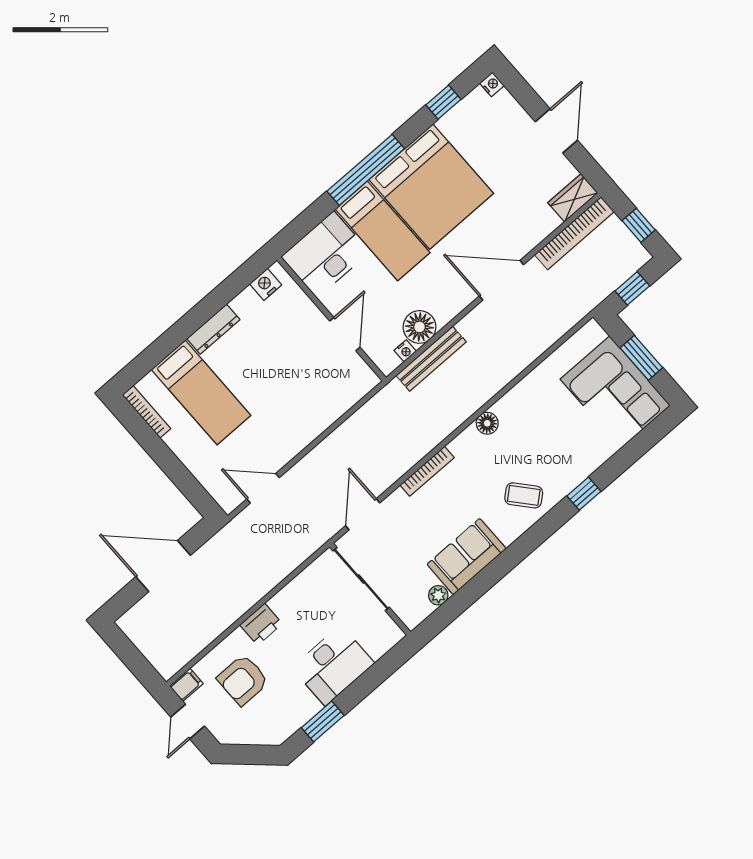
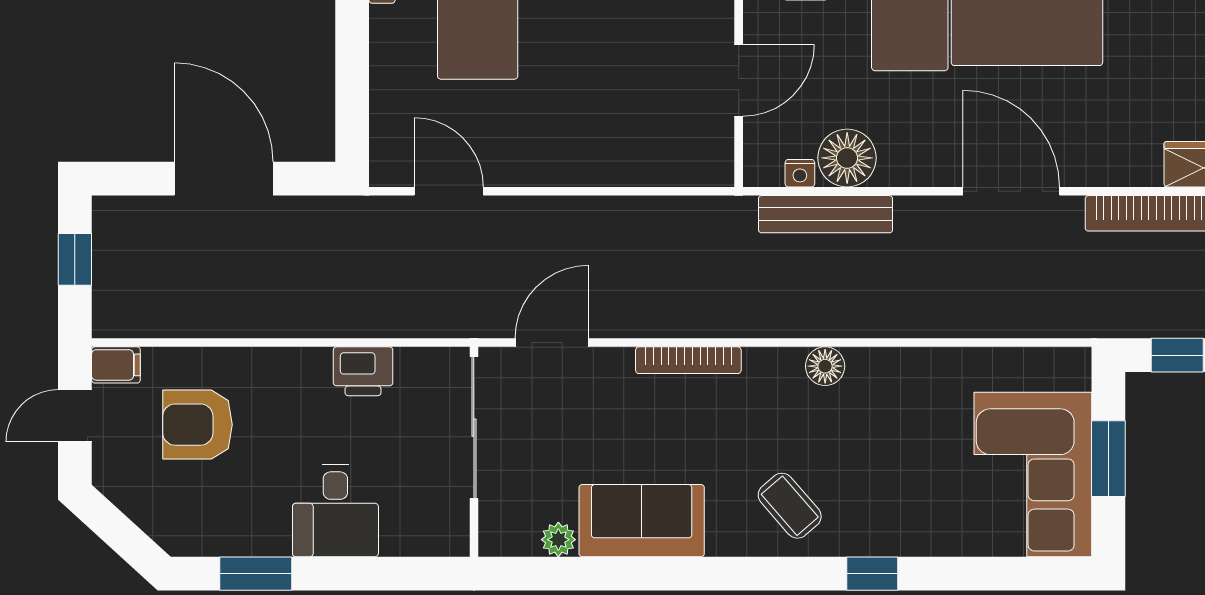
printer: (261, 624) -> (363, 371), moved
window: (130, 655) -> (75, 259), added
desk: (333, 665) -> (335, 511), width x0.73

